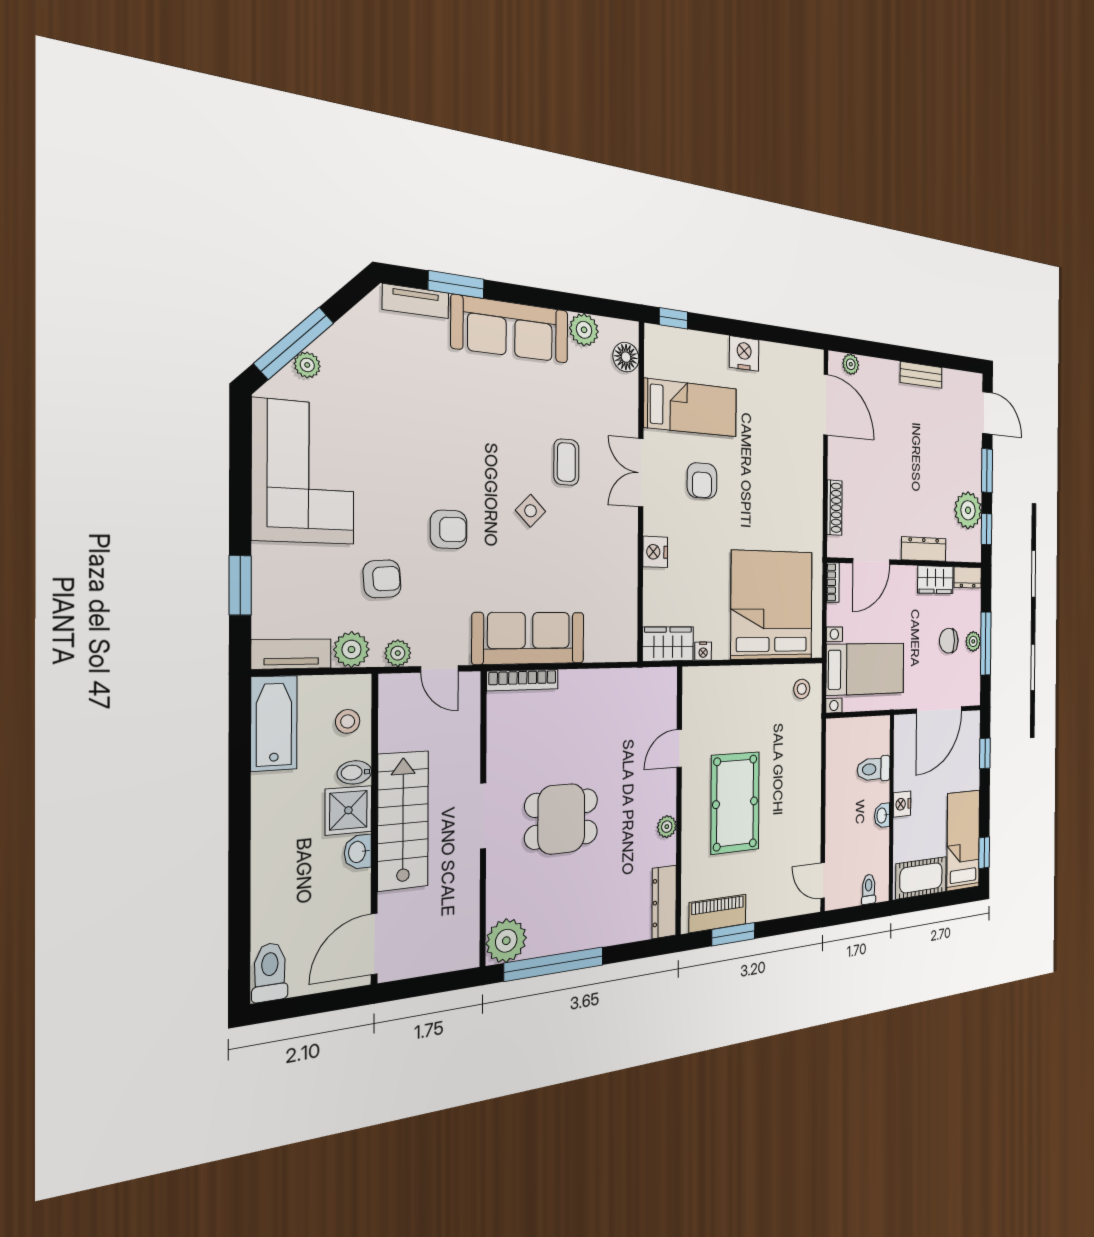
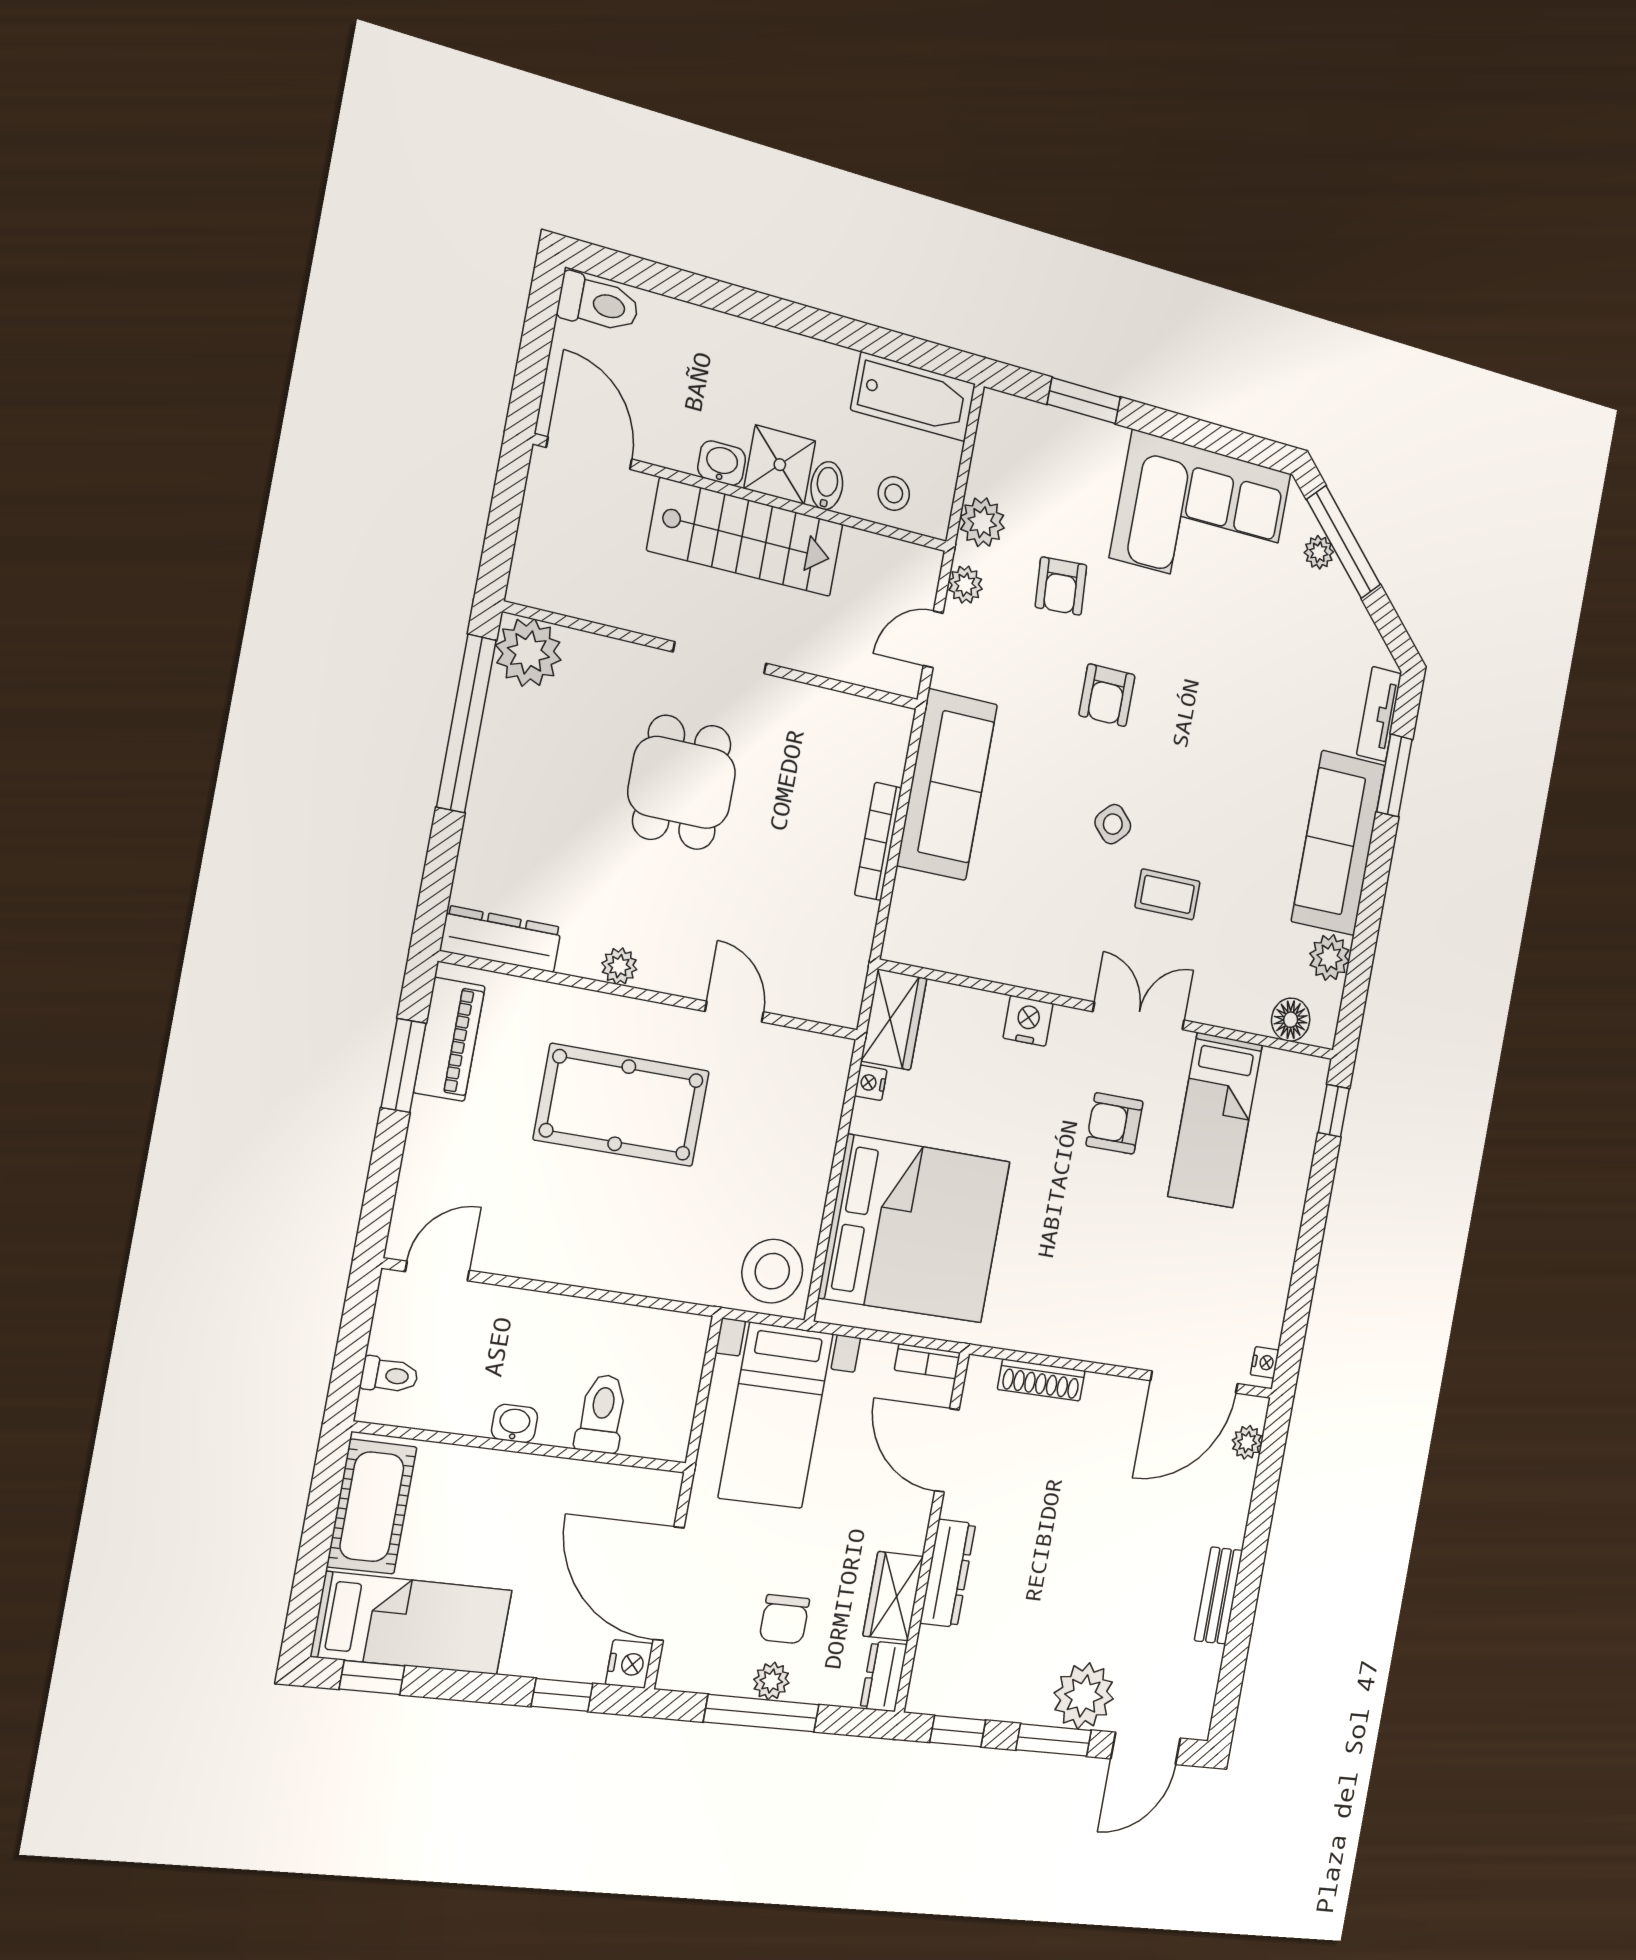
nightstand: (744, 354) -> (1265, 1362), moved, width x0.53, depth x0.56
plant: (968, 510) -> (1084, 1696), moved
chair: (949, 641) -> (784, 1619), turned 180
tv unit: (291, 654) -> (992, 442), removed
bookcase: (523, 680) -> (878, 841), moved
stool: (802, 689) -> (772, 1271), width x1.89, depth x1.89
nightstand: (902, 804) -> (629, 1664), moved, turned 90

